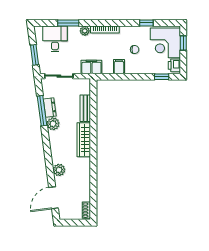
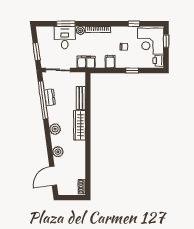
desk: (55, 39) -> (65, 38), moved
window: (162, 77) -> (132, 71), moved
window: (42, 111) -> (43, 100), width x1.46
plant: (53, 124) -> (55, 129), moved

